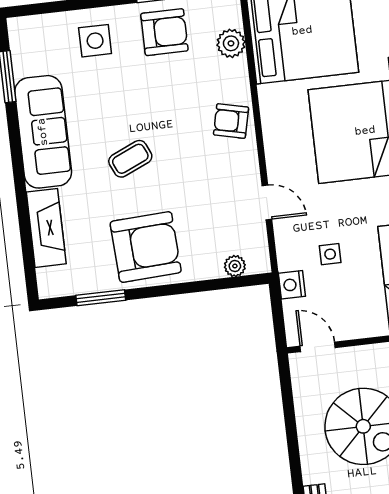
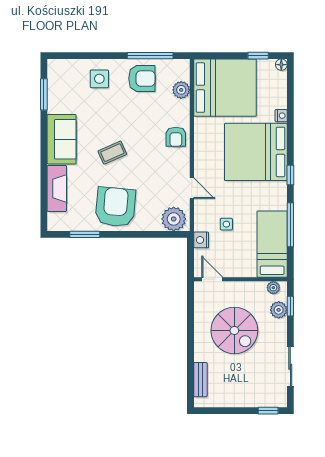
armchair: (231, 121) -> (176, 137), turned -103
sofa: (43, 132) -> (62, 139), width x0.73
armchair: (146, 247) -> (115, 207), turned -82
plant: (235, 266) -> (174, 219), width x1.87, depth x1.87

